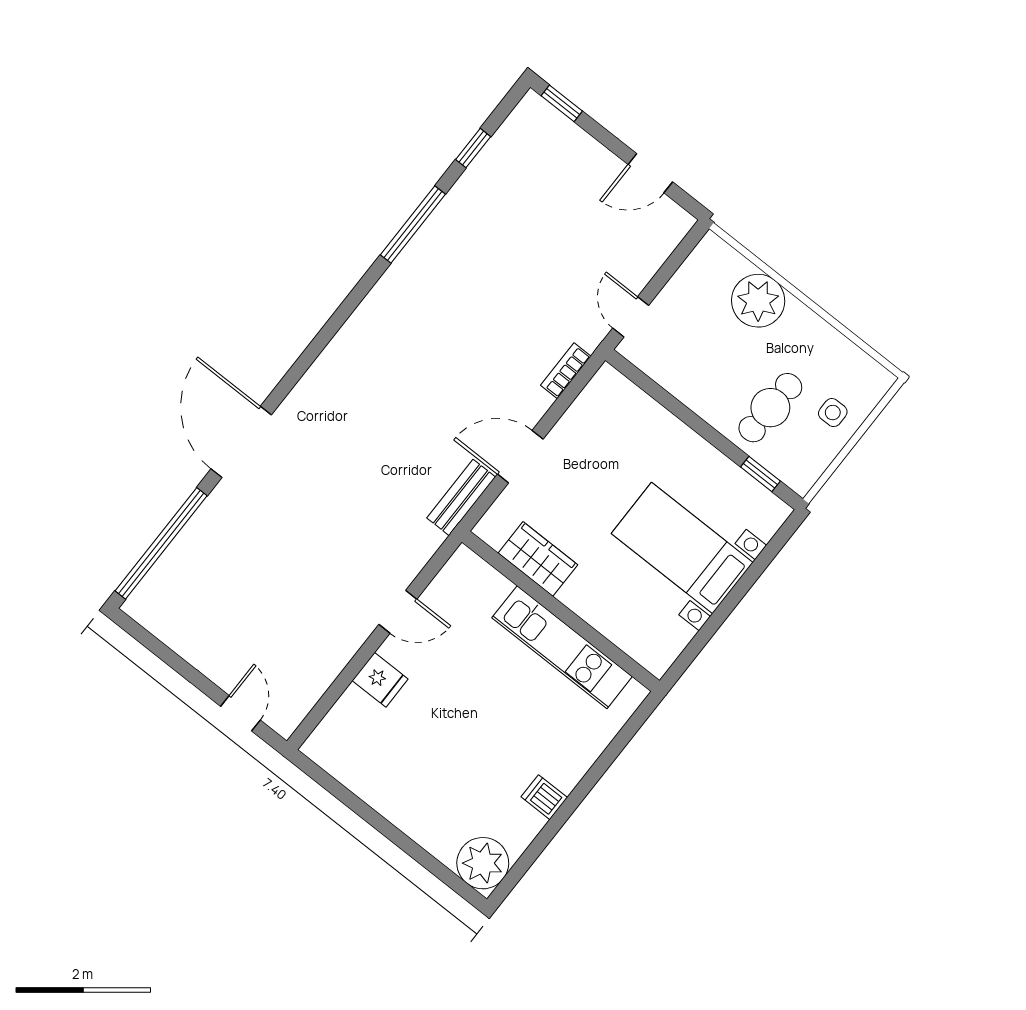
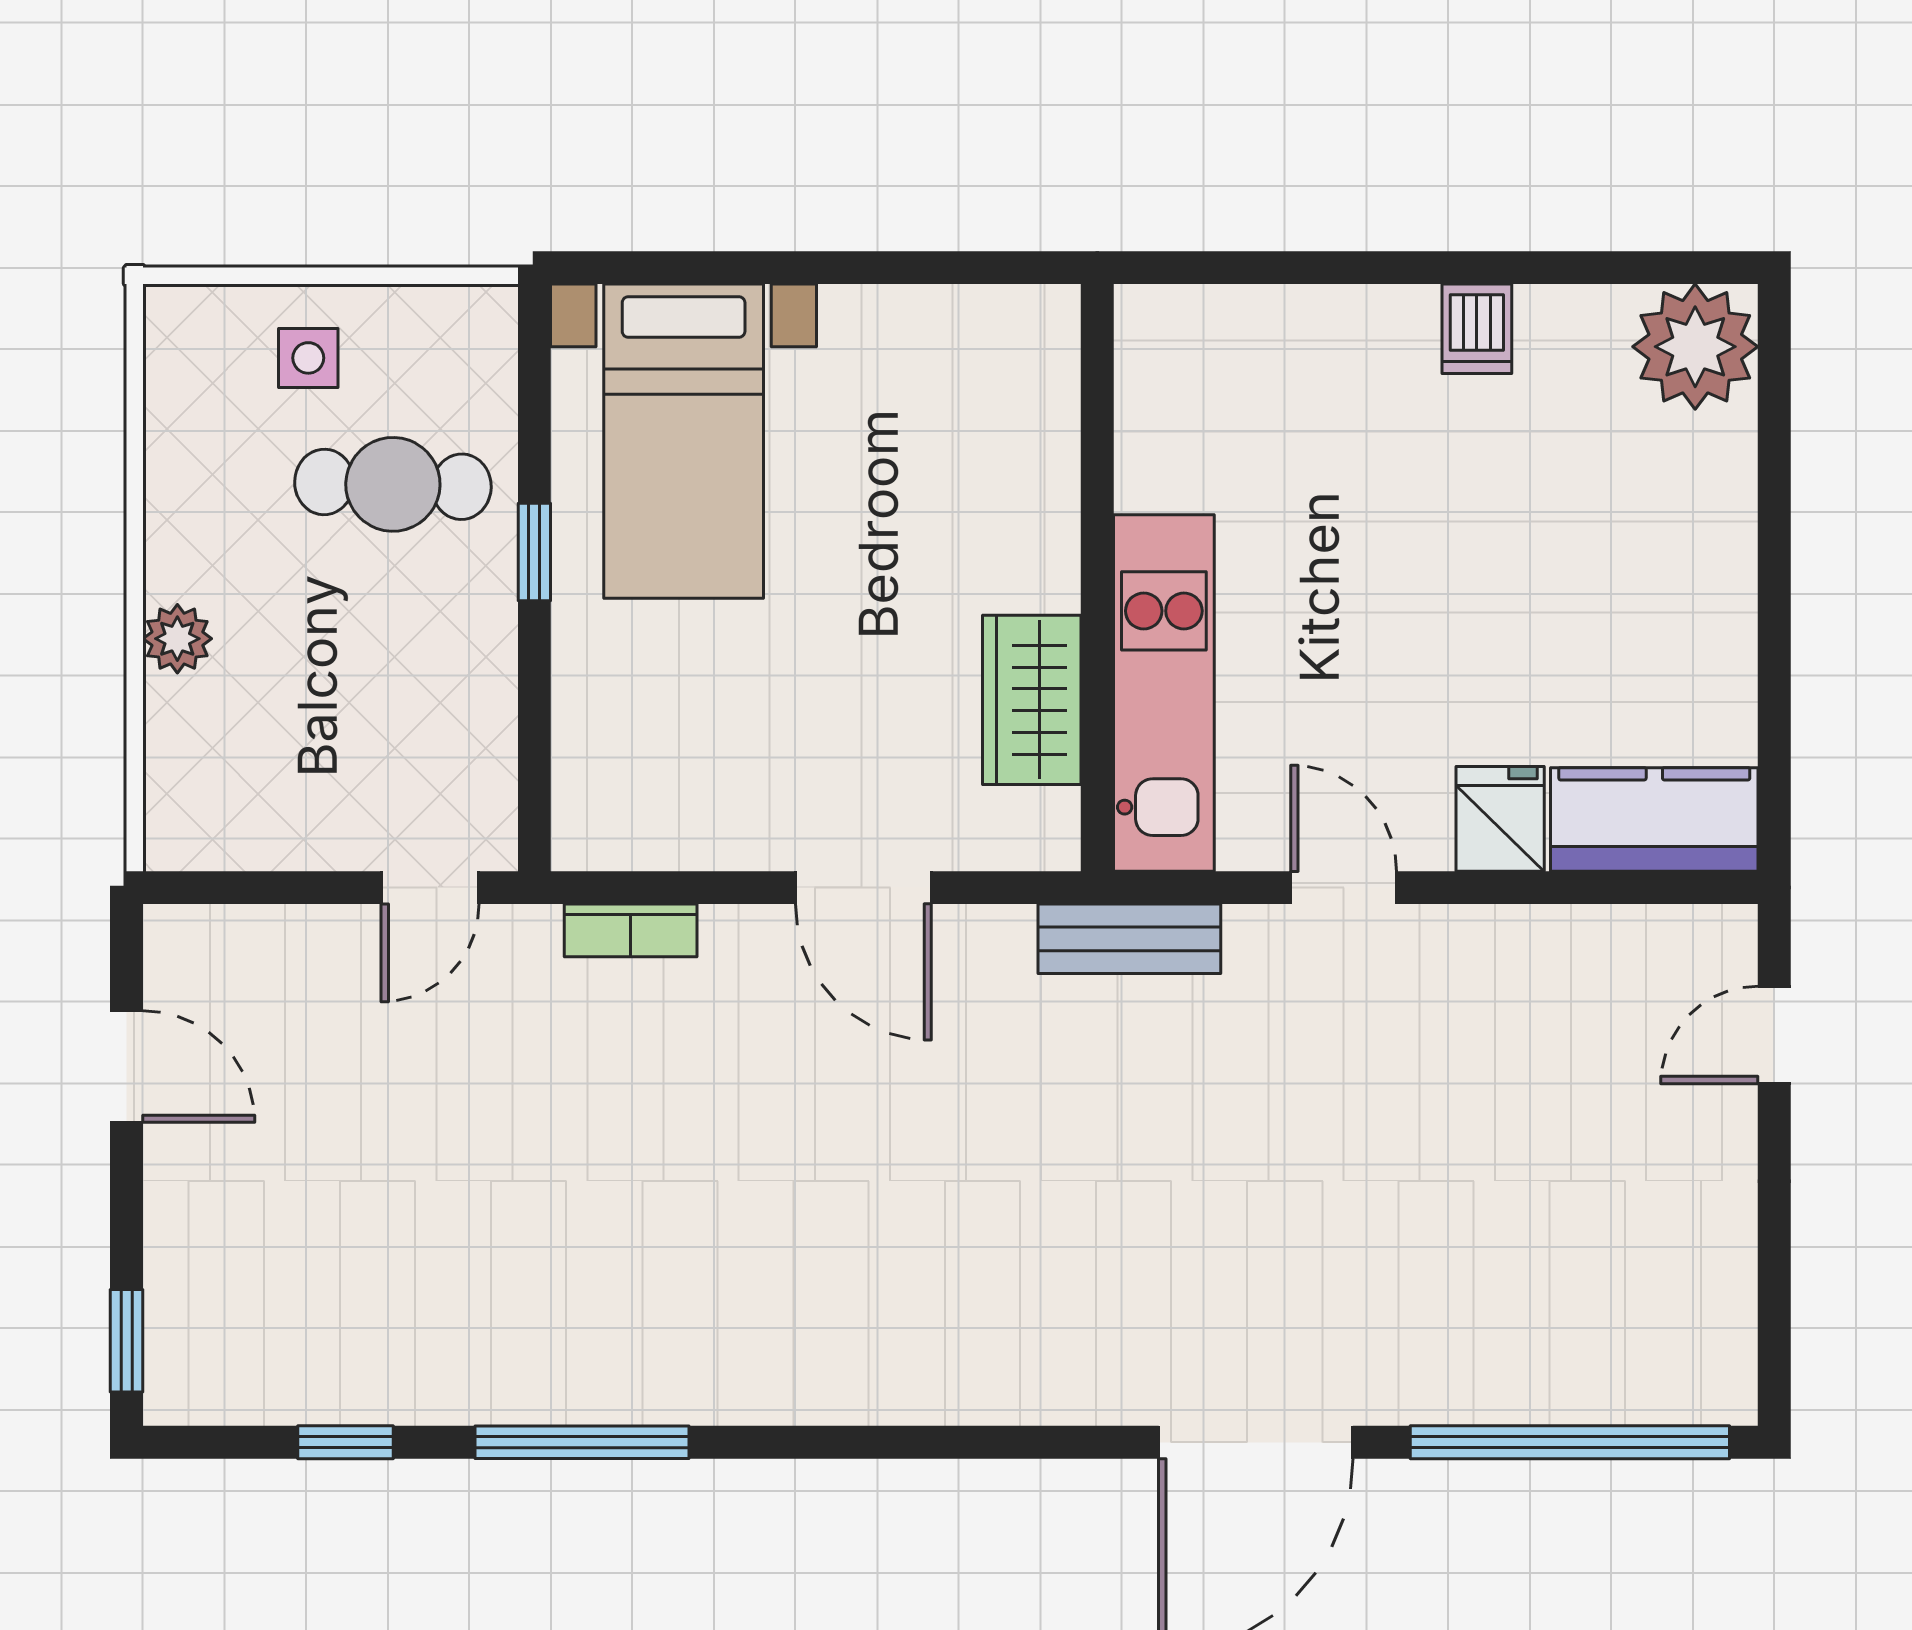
plant: (758, 301) -> (177, 639), width x0.53, depth x0.53
window: (760, 474) -> (534, 552), moved
bench: (461, 497) -> (1129, 939), moved
bed with nightstands: (682, 548) -> (684, 441), moved
kitchen unit: (562, 647) -> (1164, 693), moved
kitchen counter: (341, 729) -> (1654, 819), added

